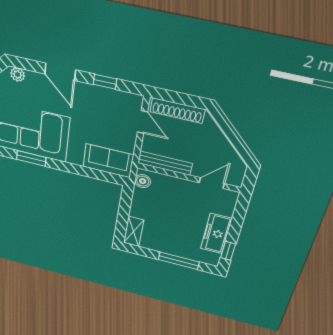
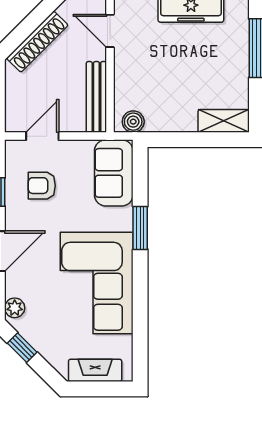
shoe rack: (177, 111) -> (37, 42), moved, turned 45
armchair: (106, 113) -> (42, 186), added
window: (31, 158) -> (140, 228), moved

